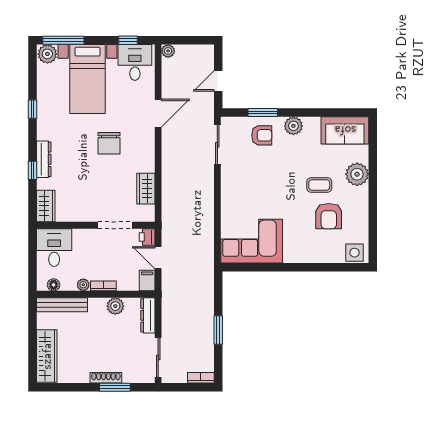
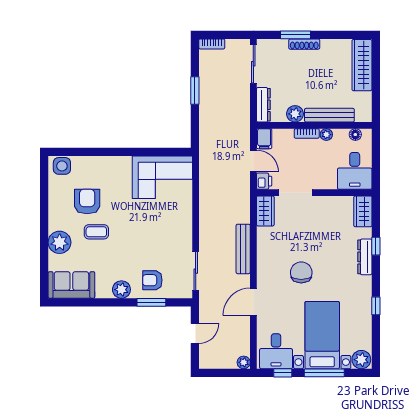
window: (63, 40) -> (324, 373), moved
bench: (169, 167) -> (243, 249), added
wardrobe: (146, 189) -> (265, 211), moved
bench: (62, 305) -> (329, 115), moved

